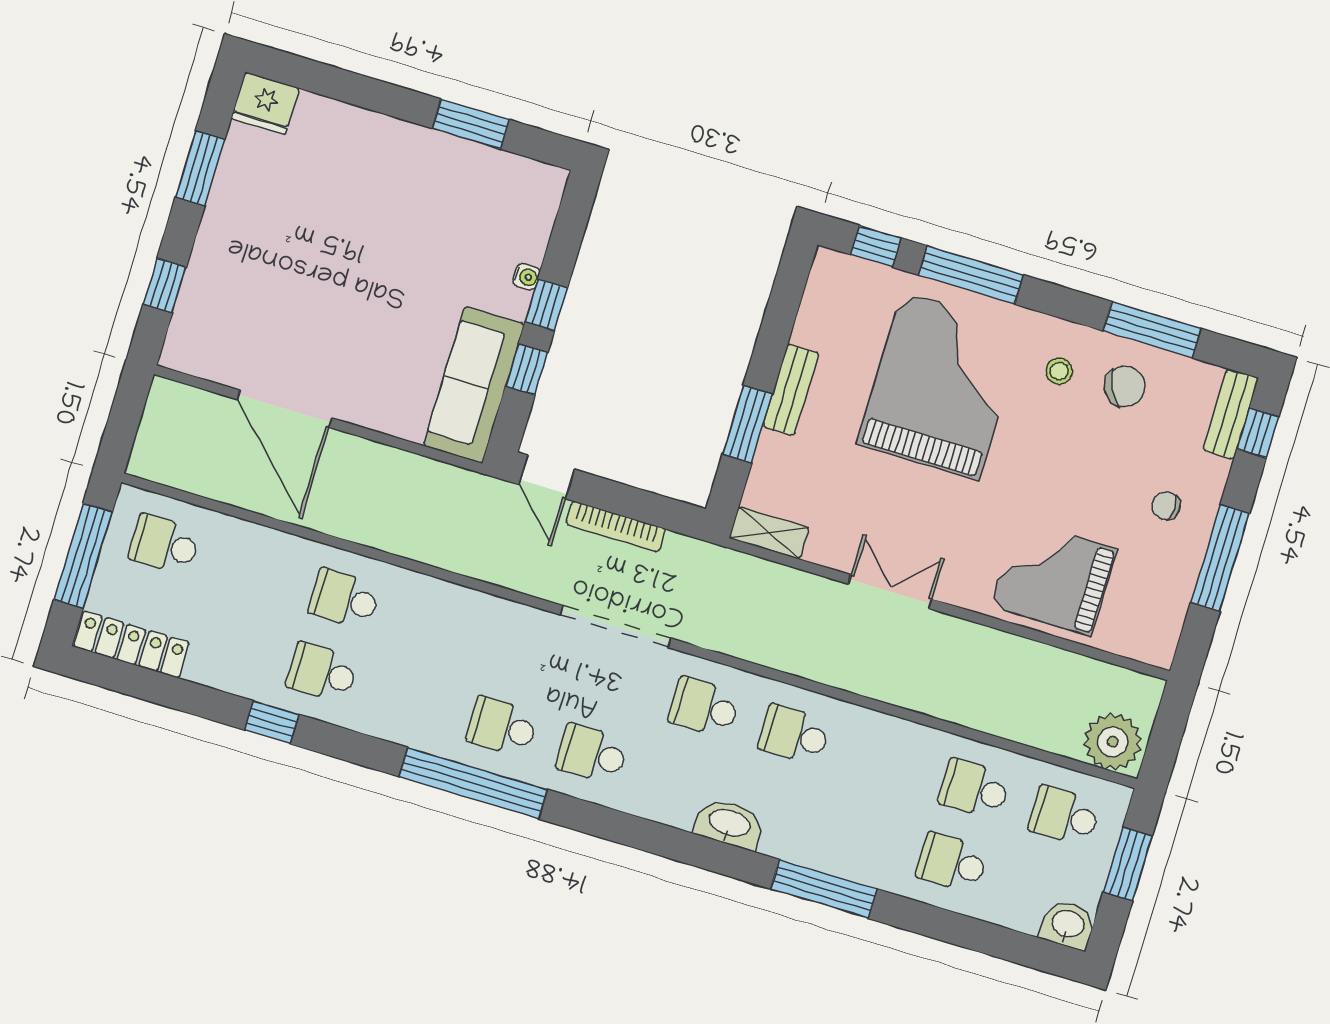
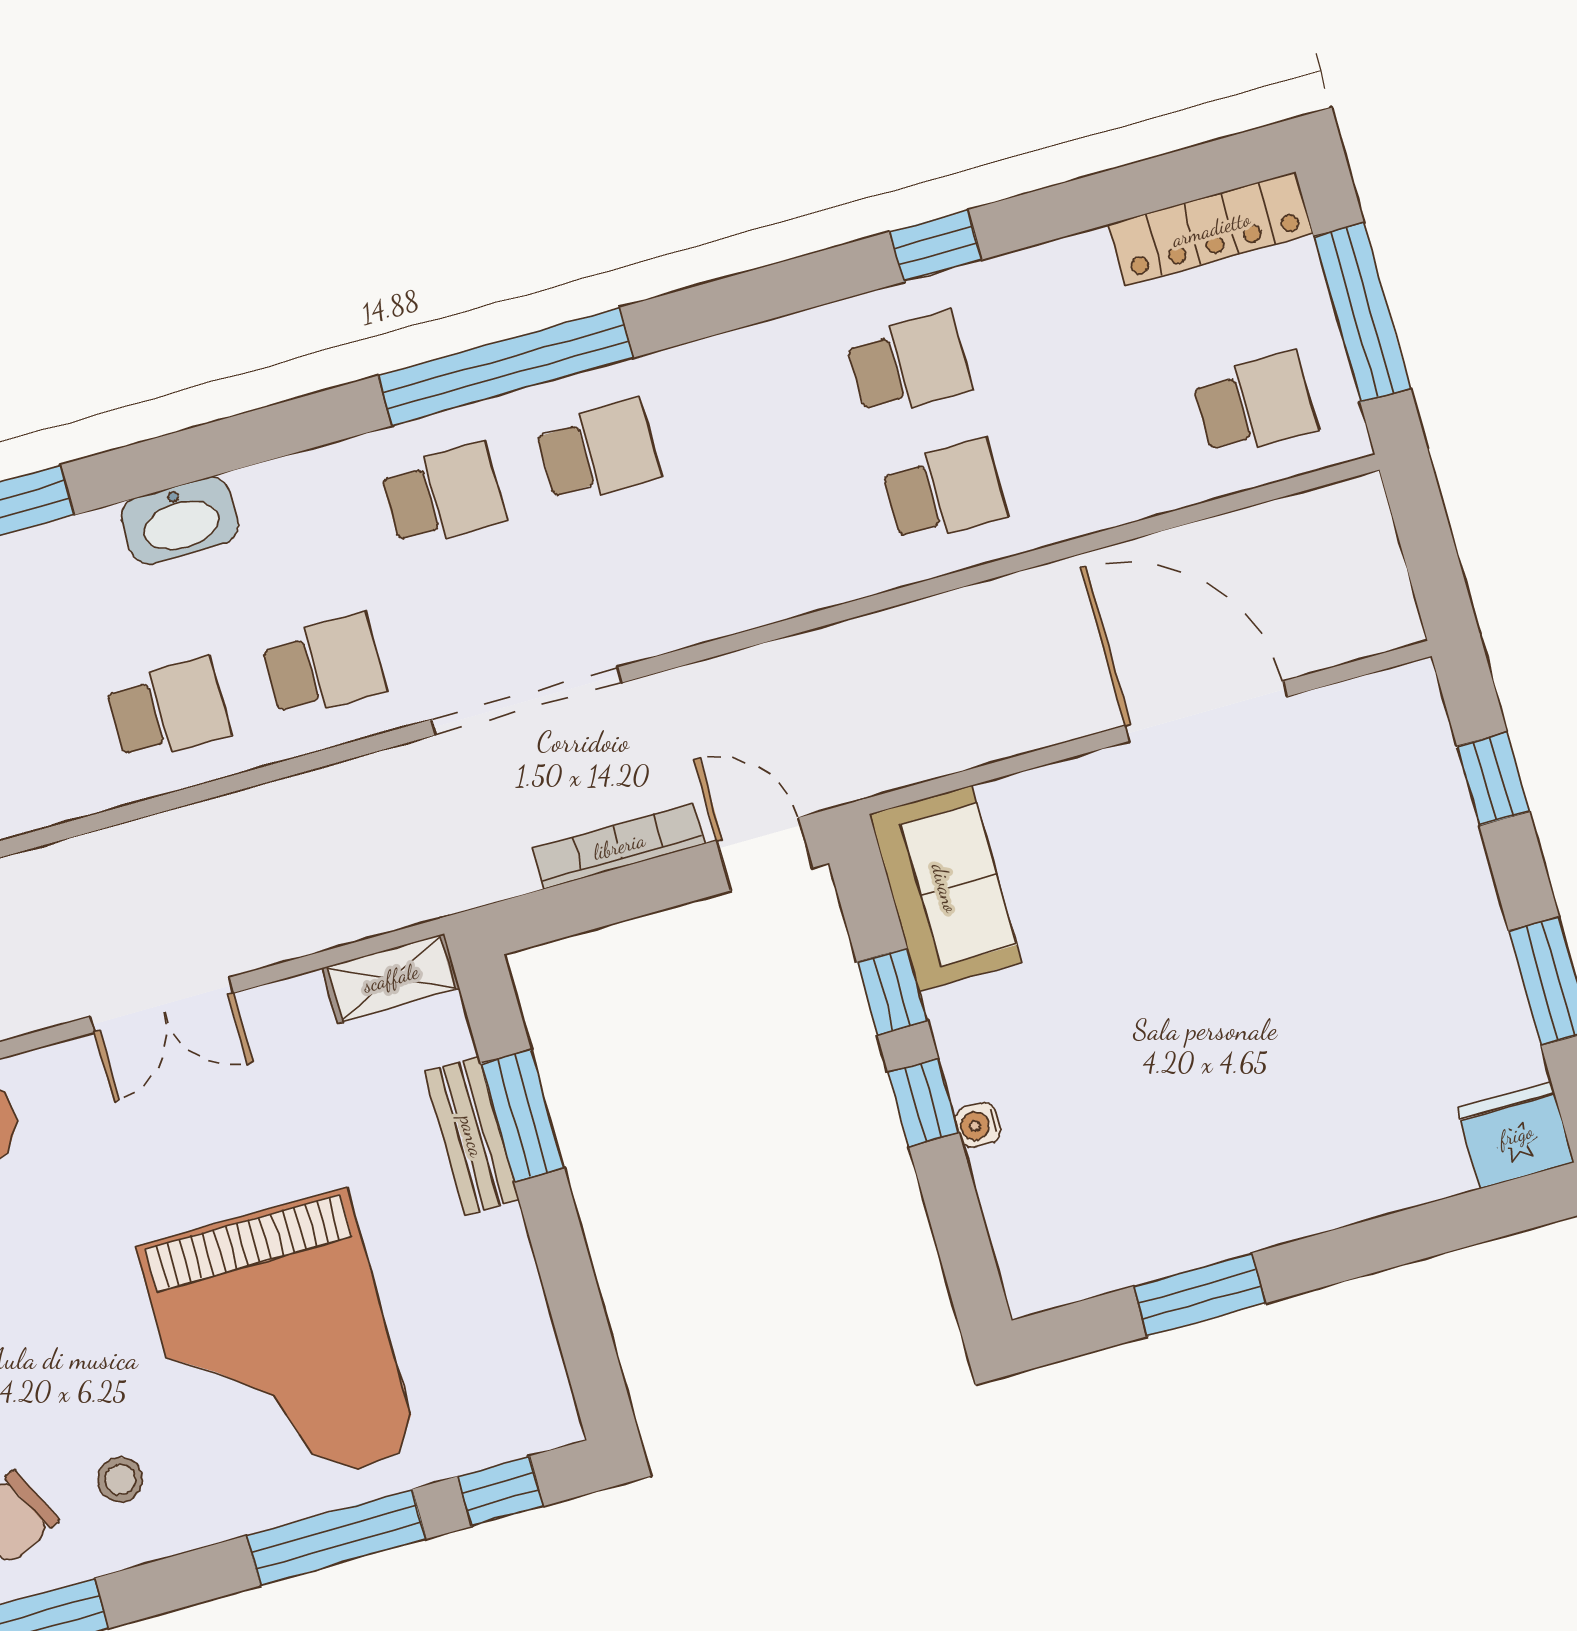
sofa: (474, 385) -> (945, 888), width x0.73
bench: (791, 390) -> (472, 1136), moved
window: (473, 783) -> (506, 367), moved

